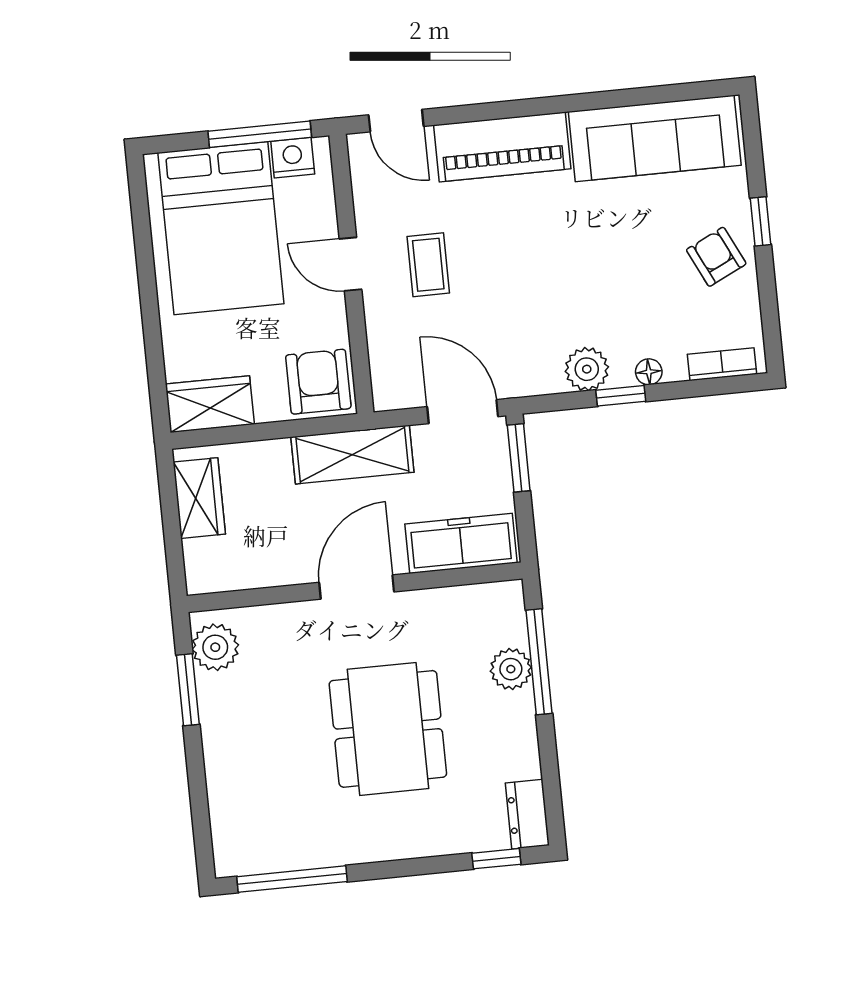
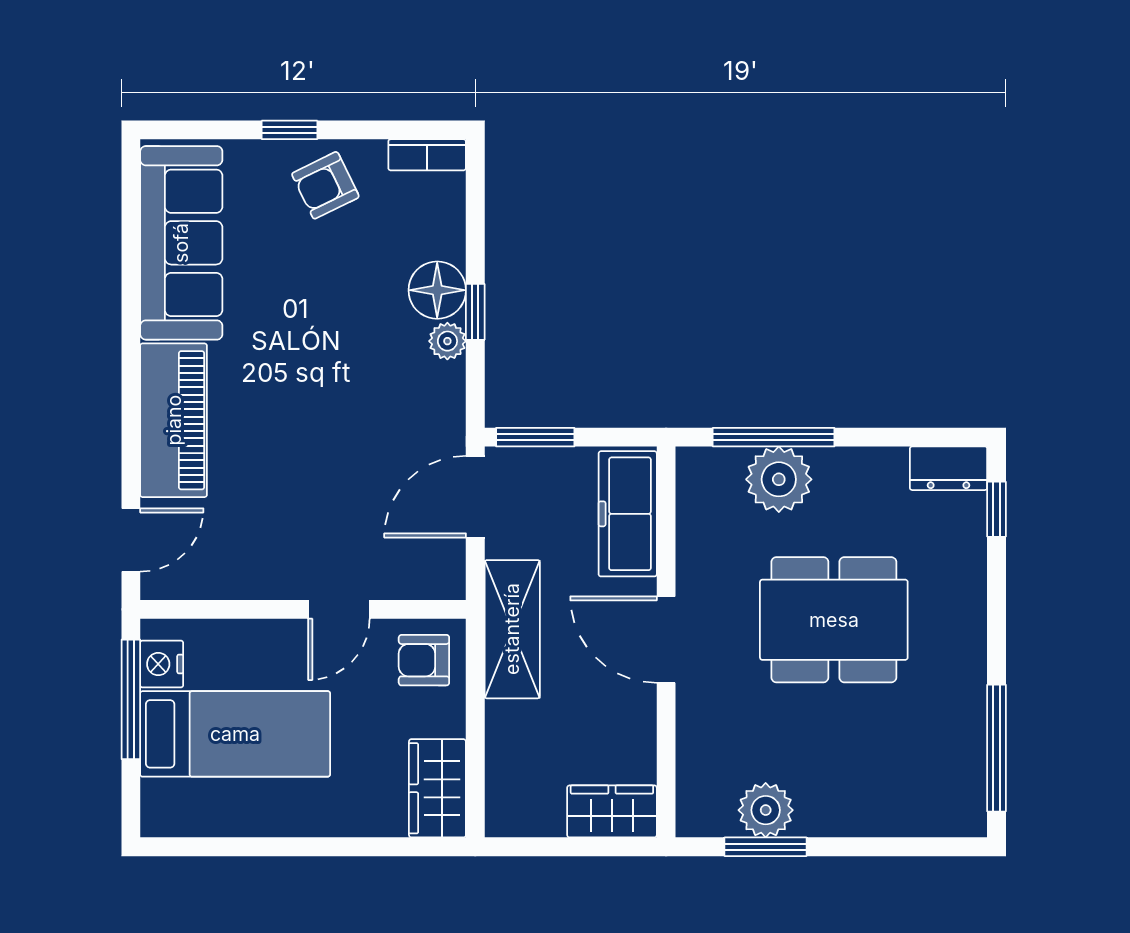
bed: (221, 228) -> (235, 734), width x0.67
door: (350, 264) -> (339, 609), moved
coffee table: (428, 265) -> (301, 519), removed
bookcase: (722, 364) -> (427, 155), moved, turned -90
plant: (587, 369) -> (447, 341), width x0.73, depth x0.73
floor lamp: (649, 372) -> (437, 290), width x1.89, depth x1.89
armchair: (318, 382) -> (424, 660), width x0.72, depth x0.72
wardrobe: (199, 498) -> (612, 811), moved
plant: (215, 647) -> (766, 810), moved
plant: (511, 669) -> (779, 479), width x1.36, depth x1.36

